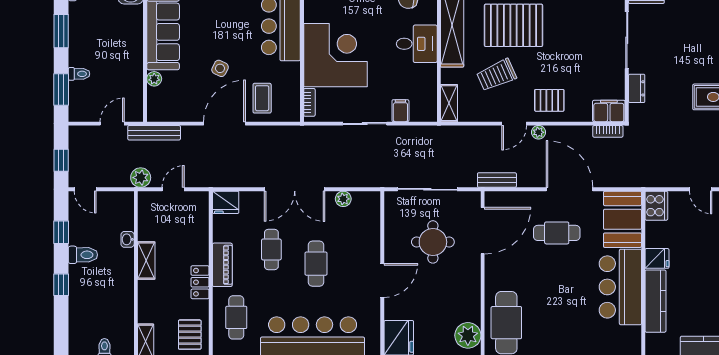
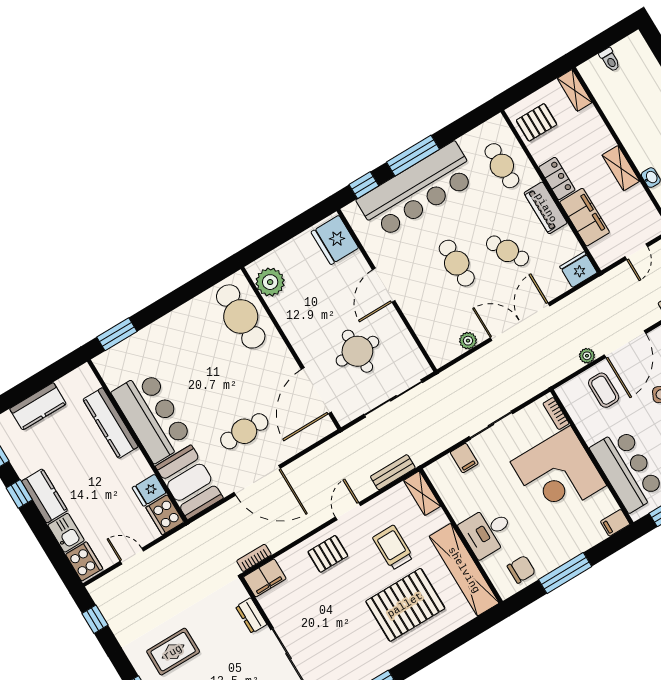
trolley: (497, 75) -> (393, 548), turned -66
plant: (538, 132) -> (587, 356), moved
bench: (497, 180) -> (393, 472), moved
filing cabinet: (197, 240) -> (585, 217), added
cafe table: (271, 249) -> (507, 251), turned -30
fridge: (657, 258) -> (149, 490), moved
pallet: (190, 335) -> (536, 122), turned 90

